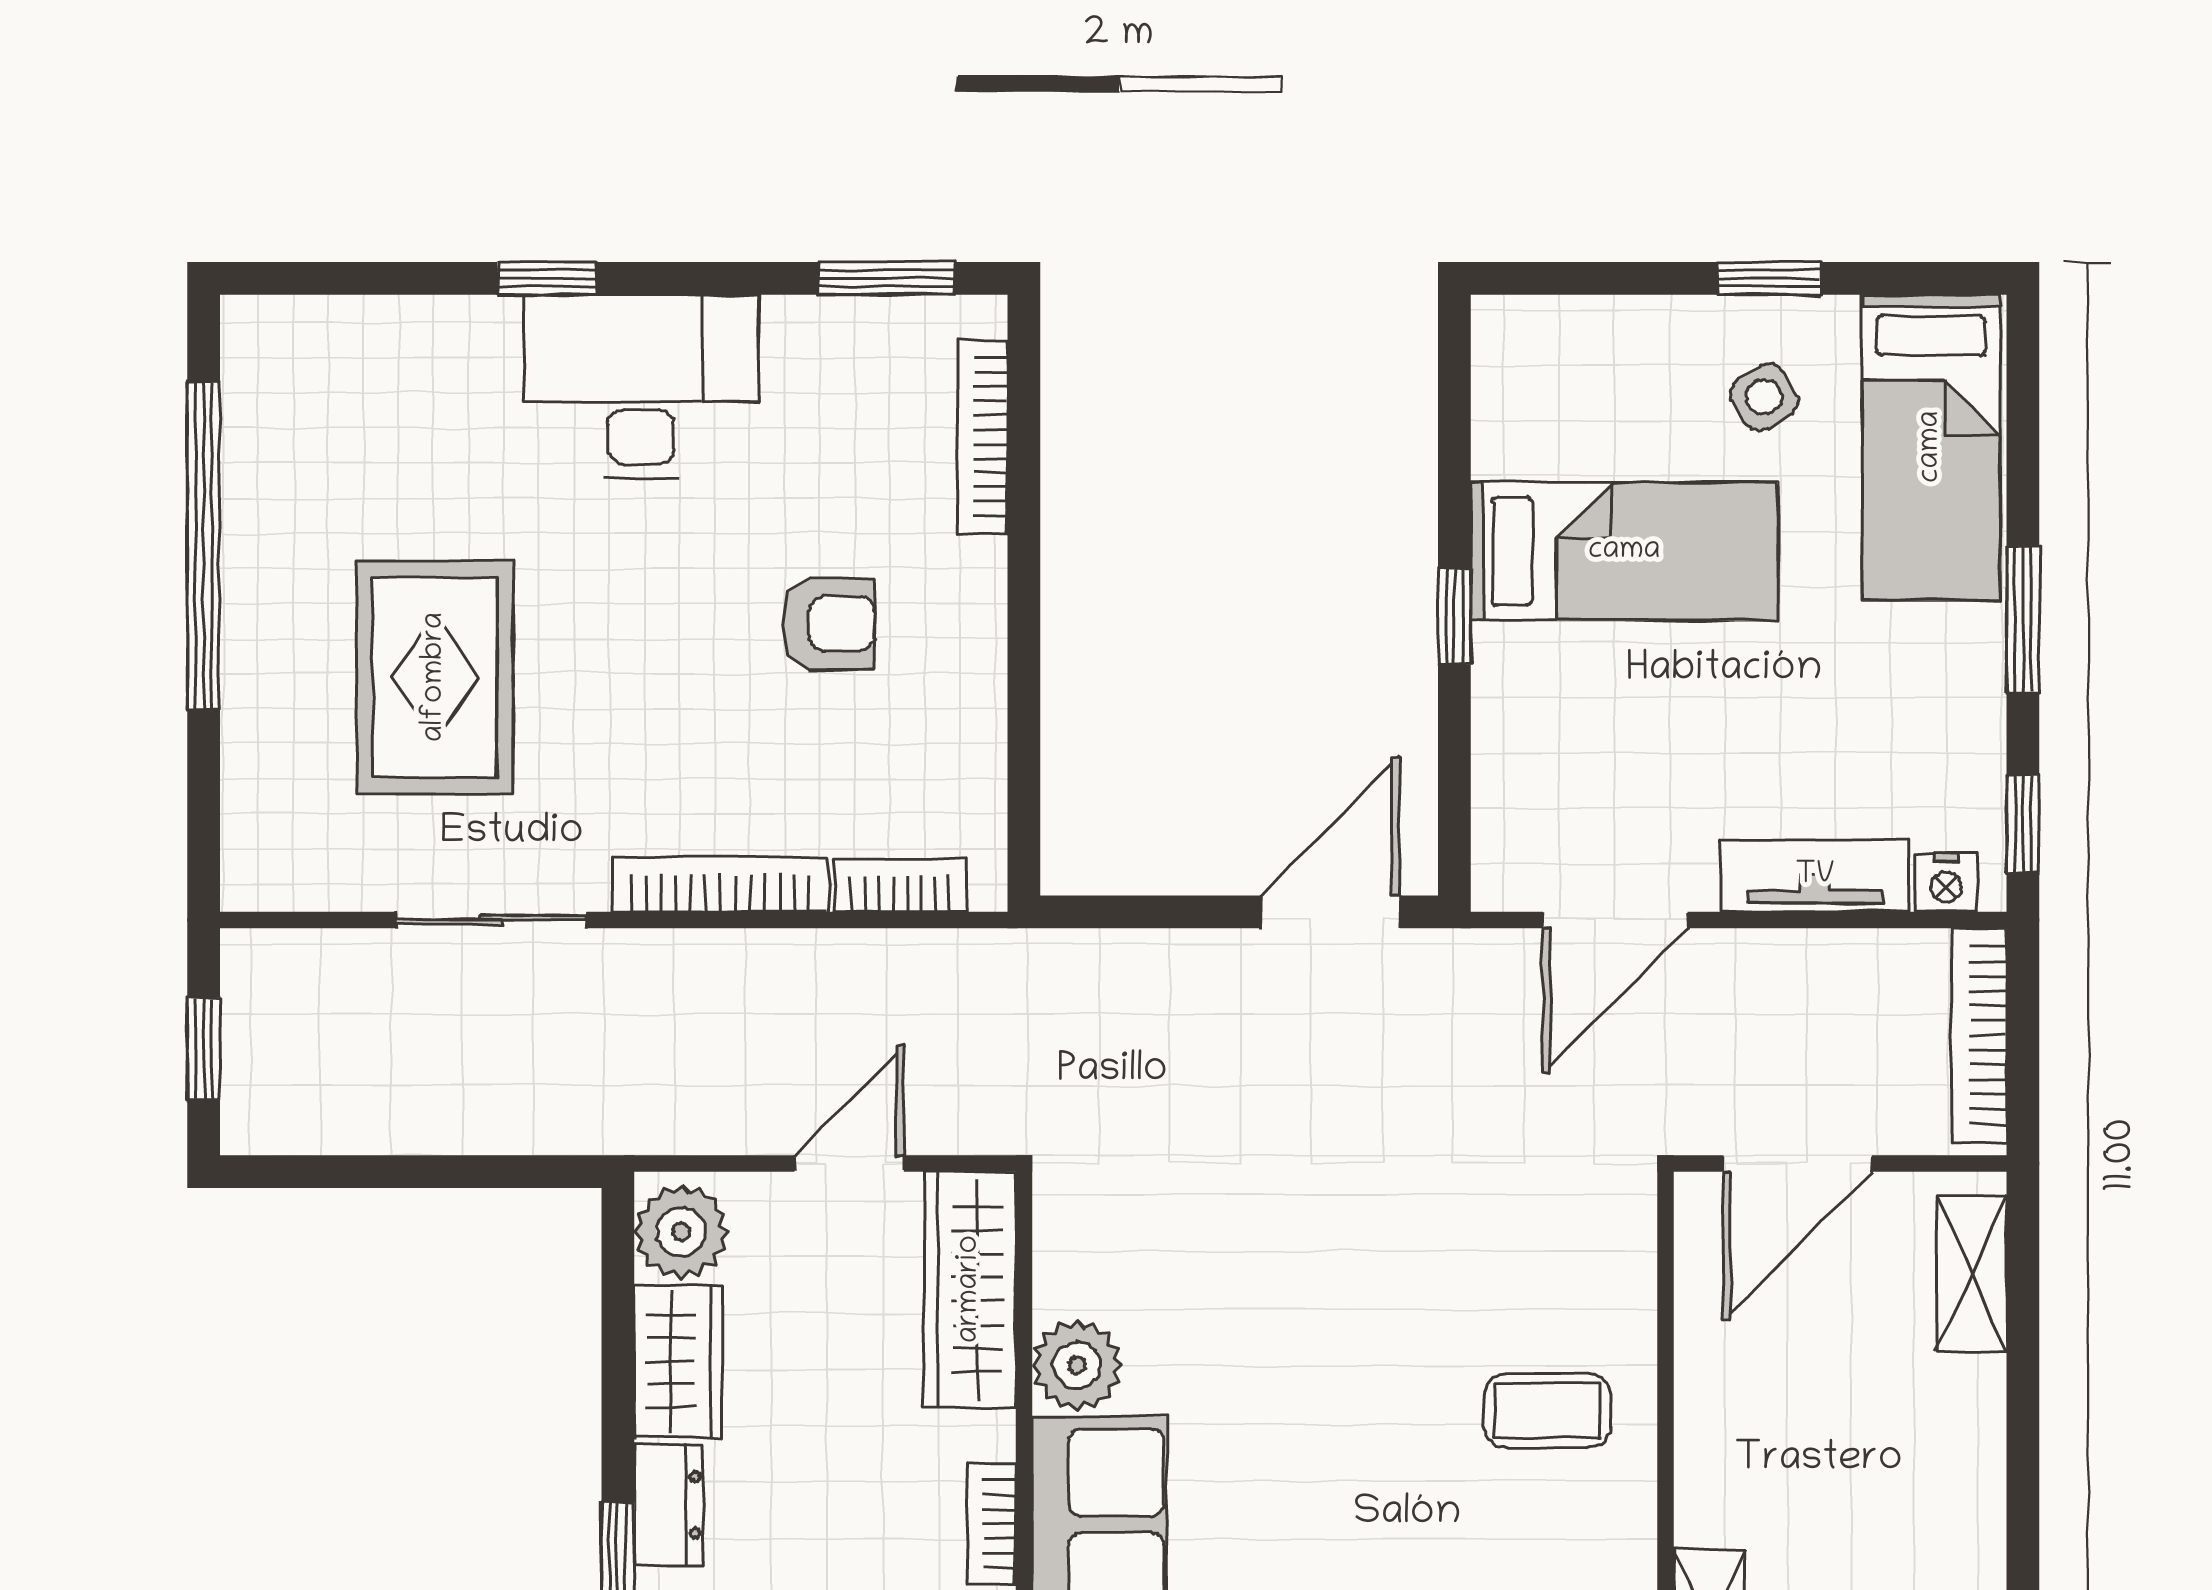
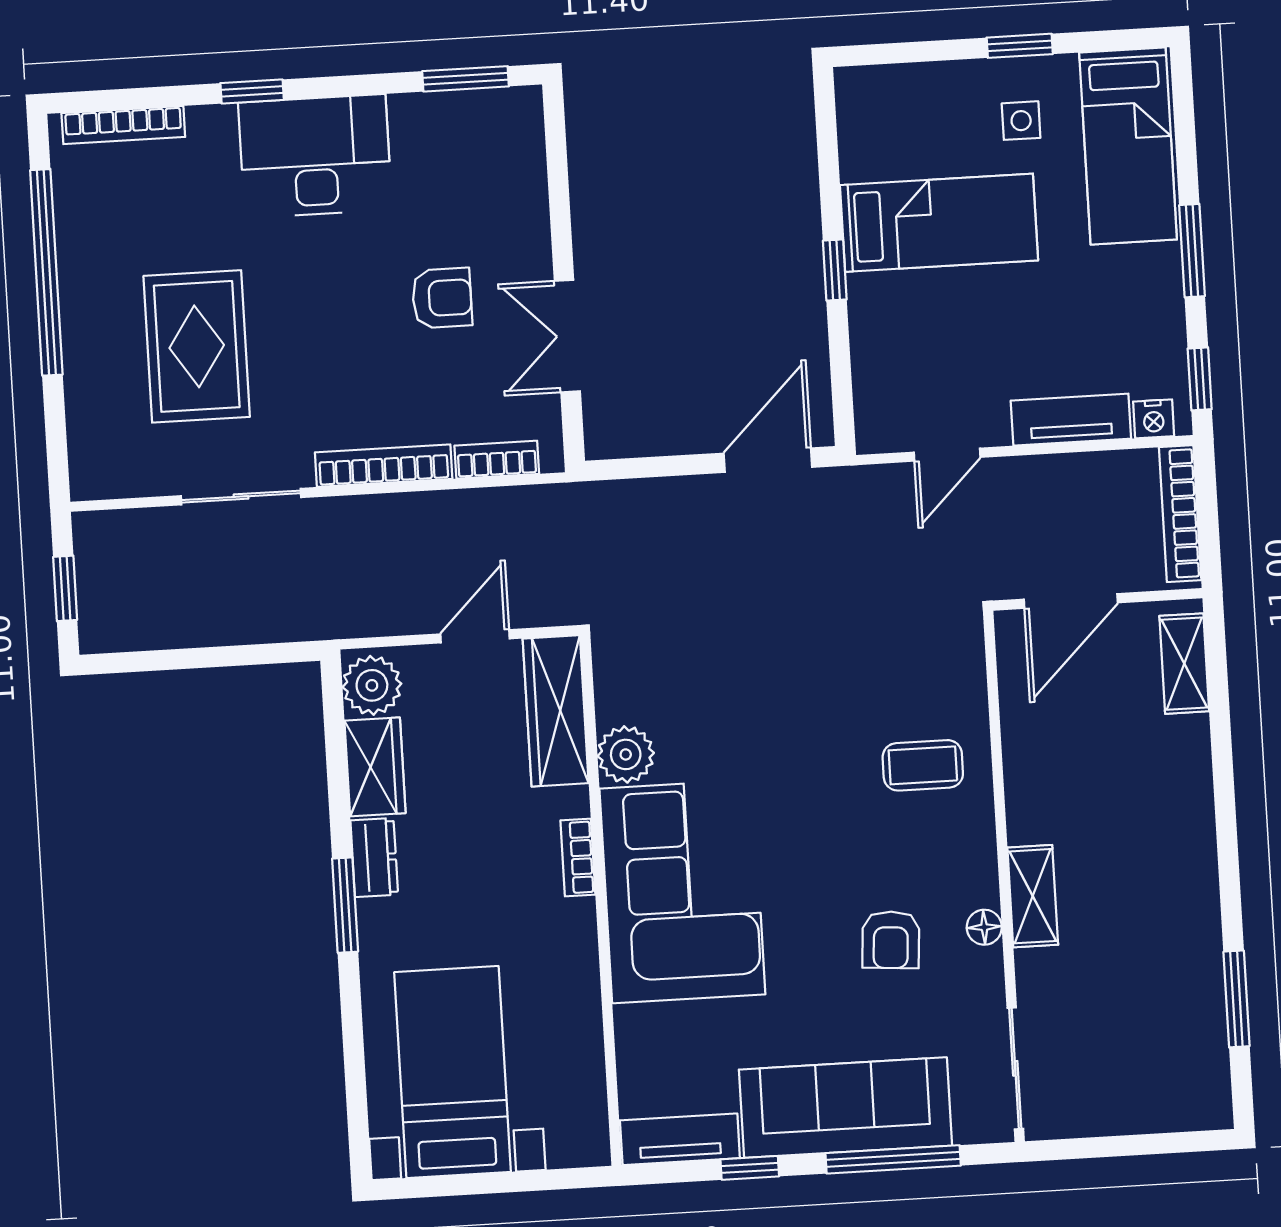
side table: (1764, 397) -> (1021, 121), turned 31
bookcase: (983, 437) -> (123, 125), moved, turned -90
double door: (1024, 696) -> (567, 336), added
door: (1615, 920) -> (947, 455), width x0.73

